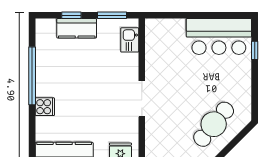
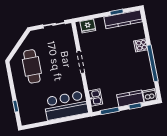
dishwasher: (46, 27) -> (150, 95), added
bar counter: (219, 37) -> (66, 105), moved
cafe table: (214, 124) -> (32, 66), moved, turned -39

